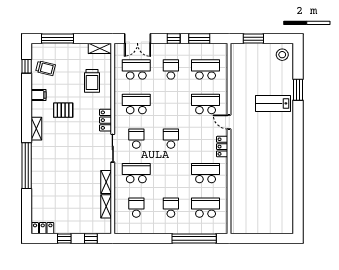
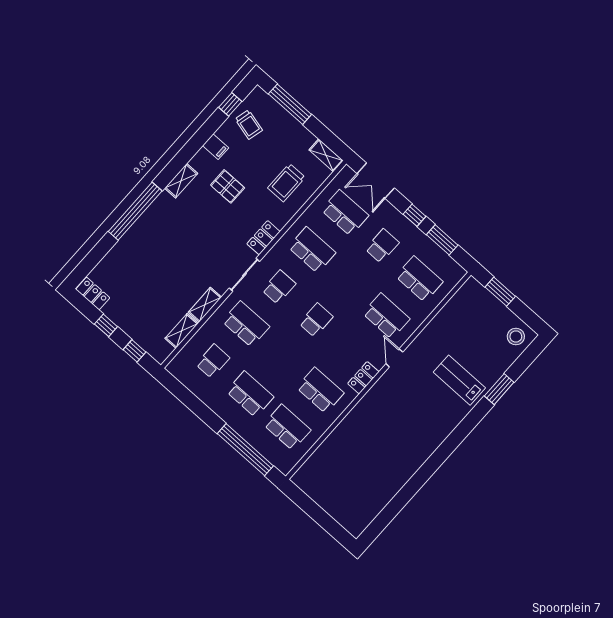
school desk: (171, 208) -> (250, 394), width x1.85

